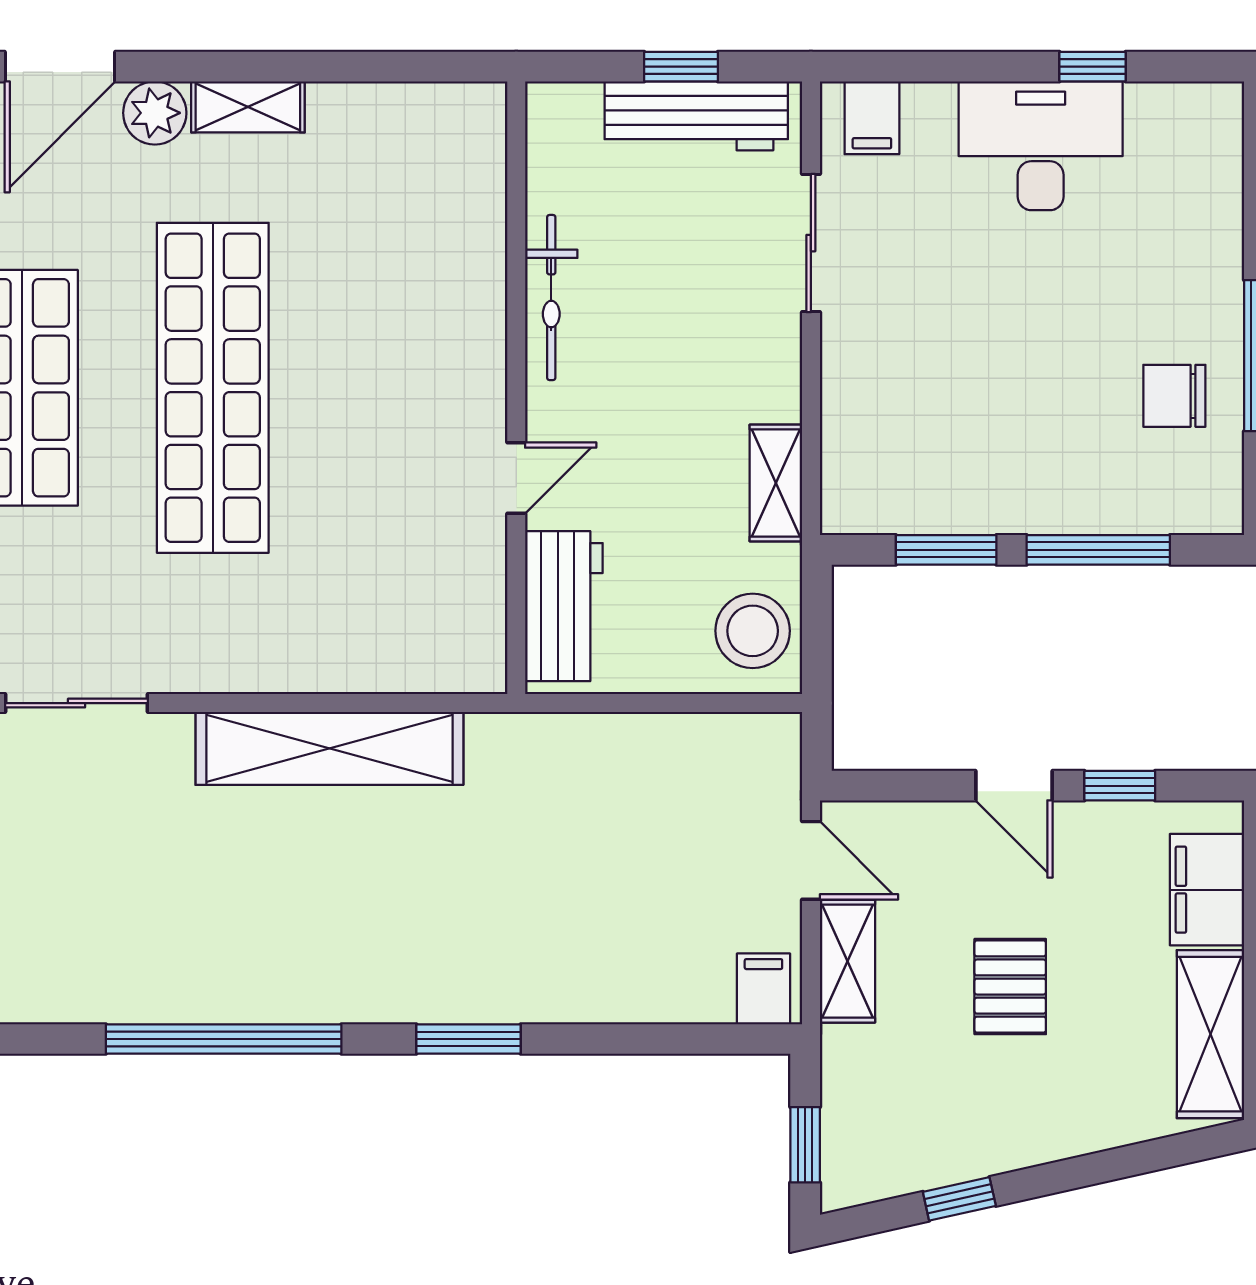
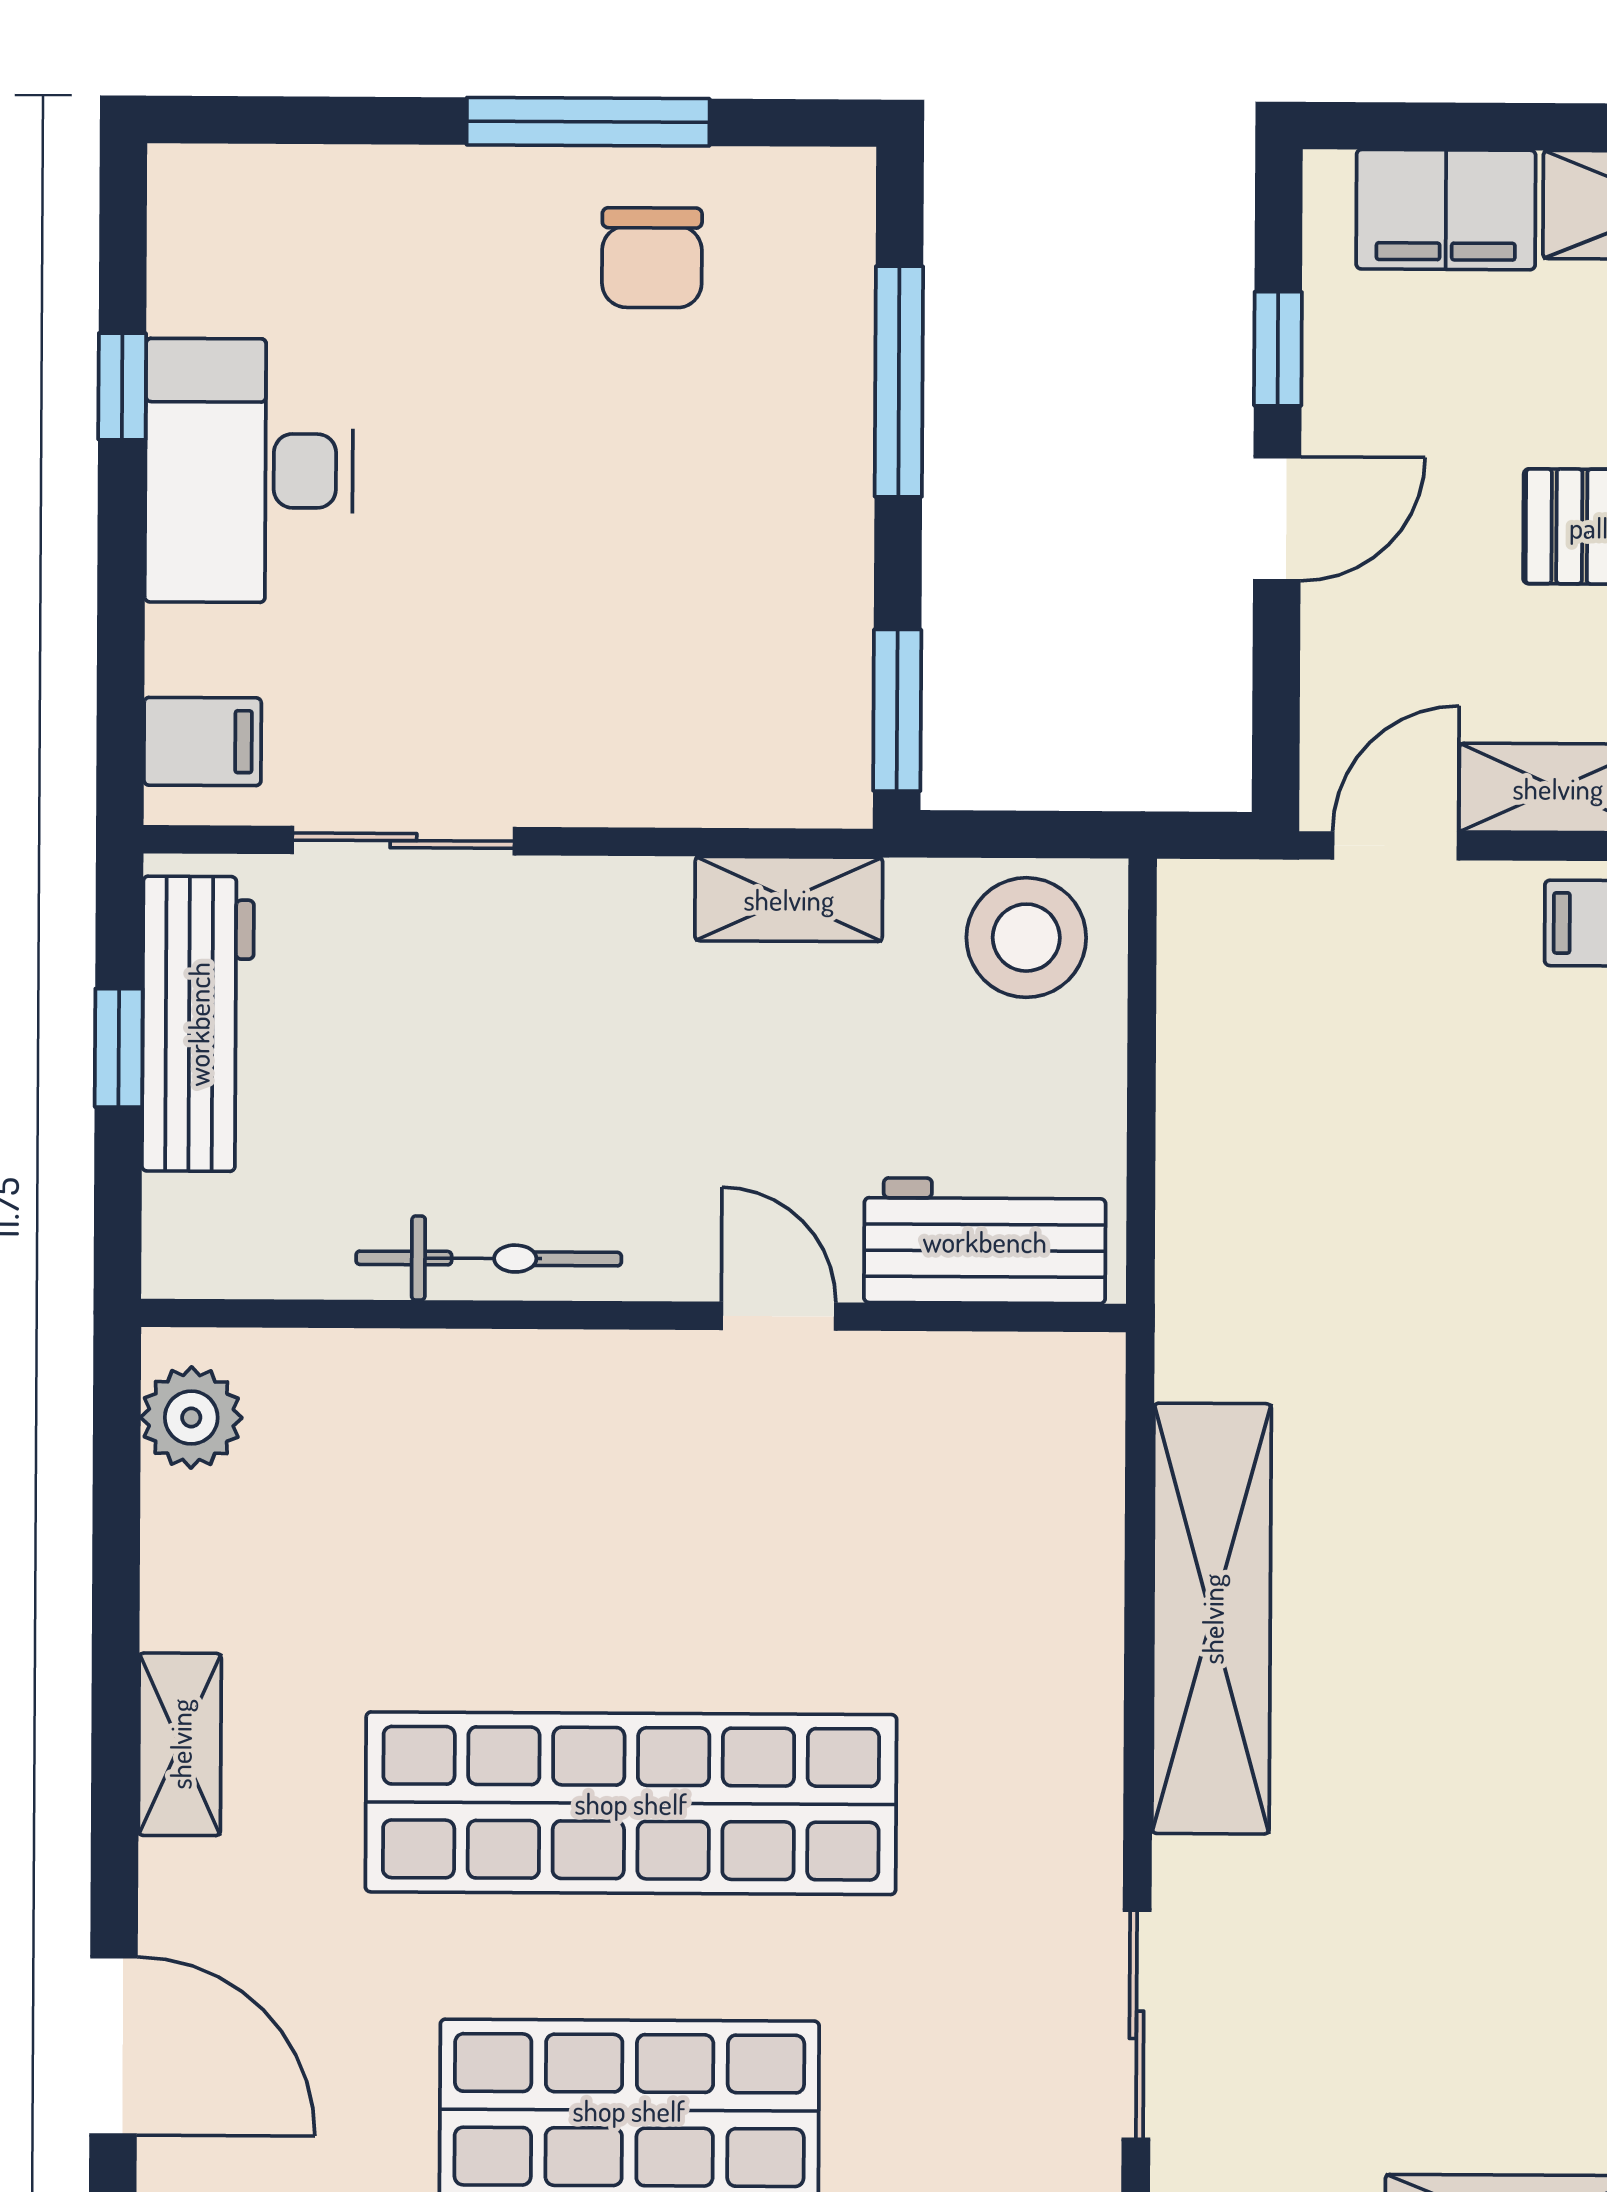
plant: (155, 113) -> (191, 1418), moved
window: (946, 550) -> (897, 710), moved

